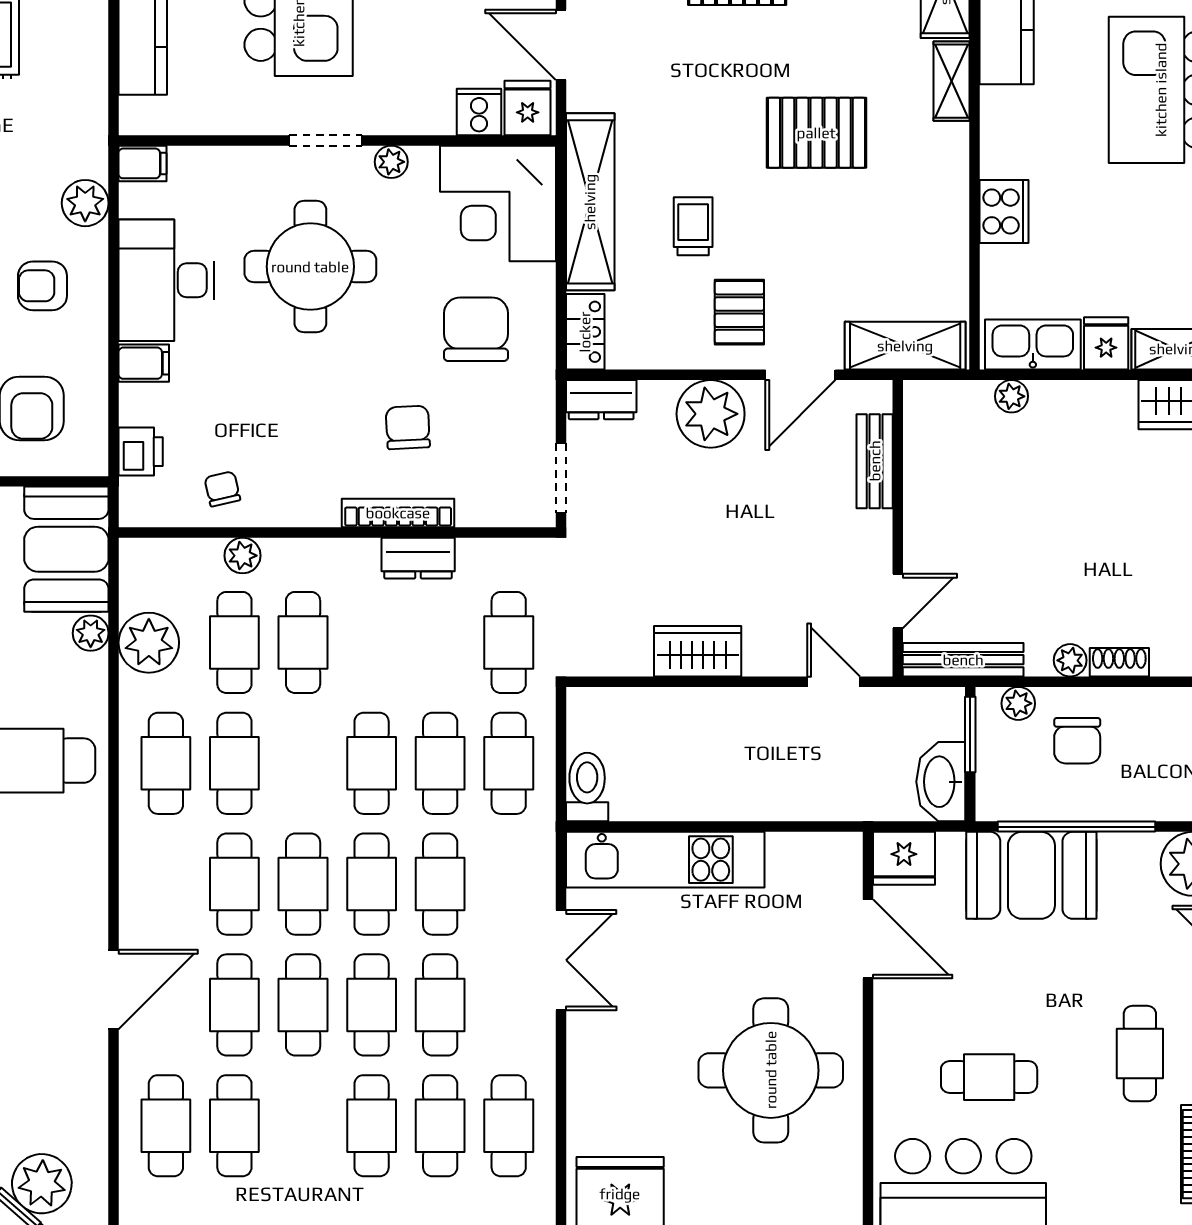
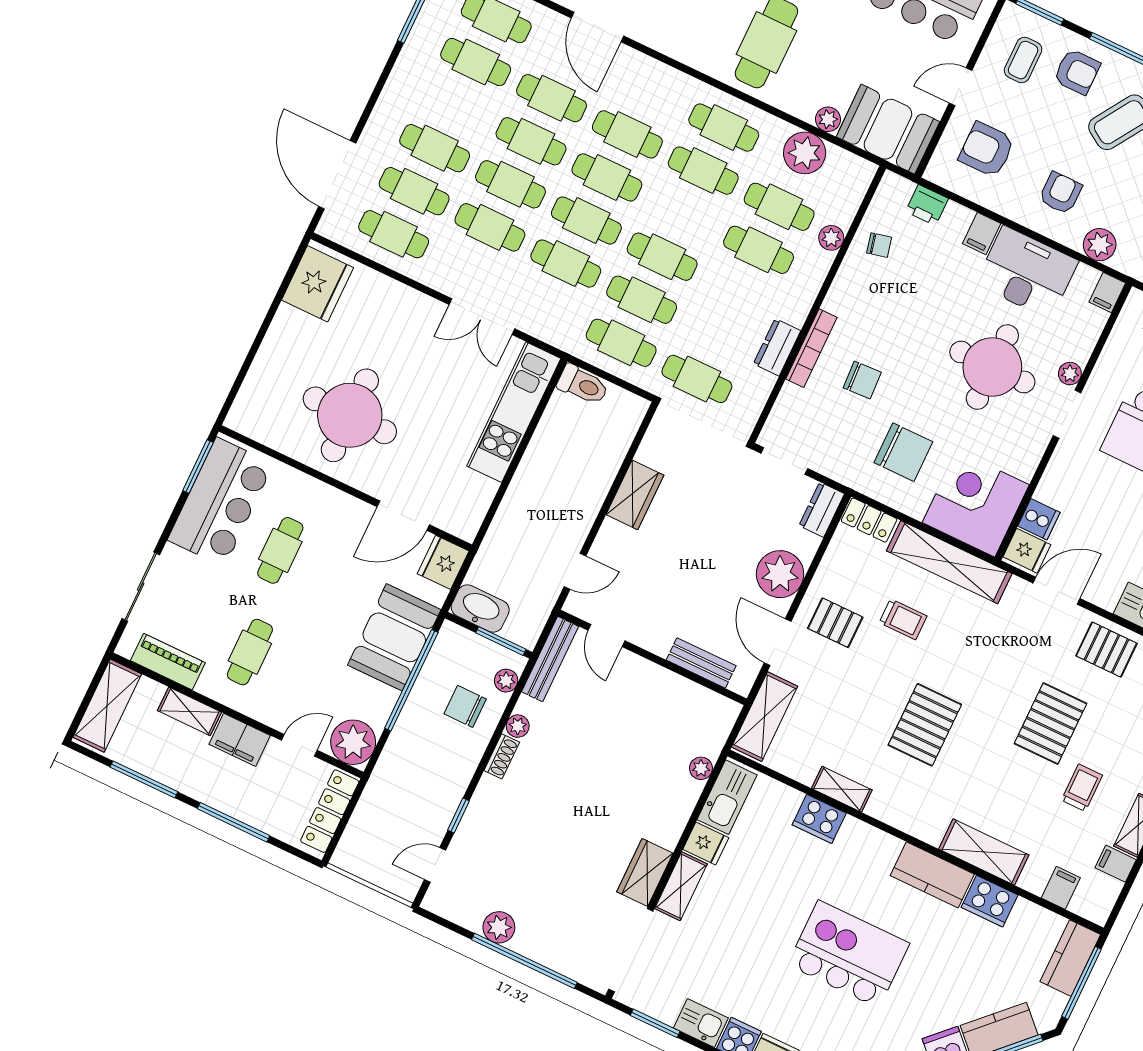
shelving: (951, 81) -> (842, 789), moved
plant: (391, 162) -> (1070, 374), moved
cafe table: (1140, 1054) -> (250, 652), turned 90

